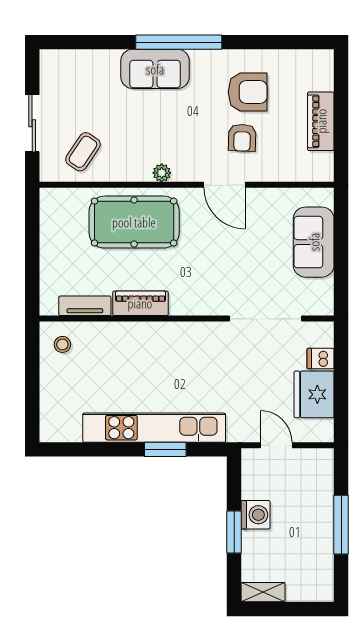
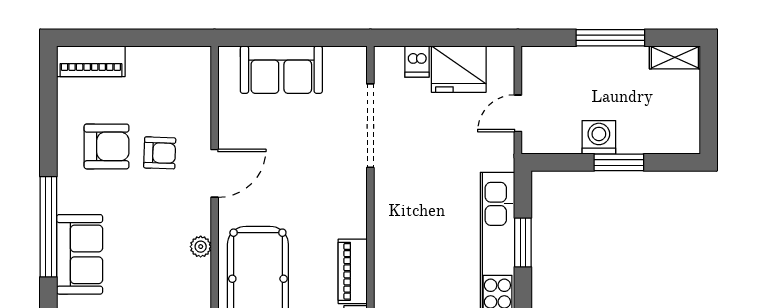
armchair: (248, 92) -> (107, 146), turned 90
piano: (321, 121) -> (91, 61), moved
shelving: (263, 592) -> (675, 57), moved, turned 90

